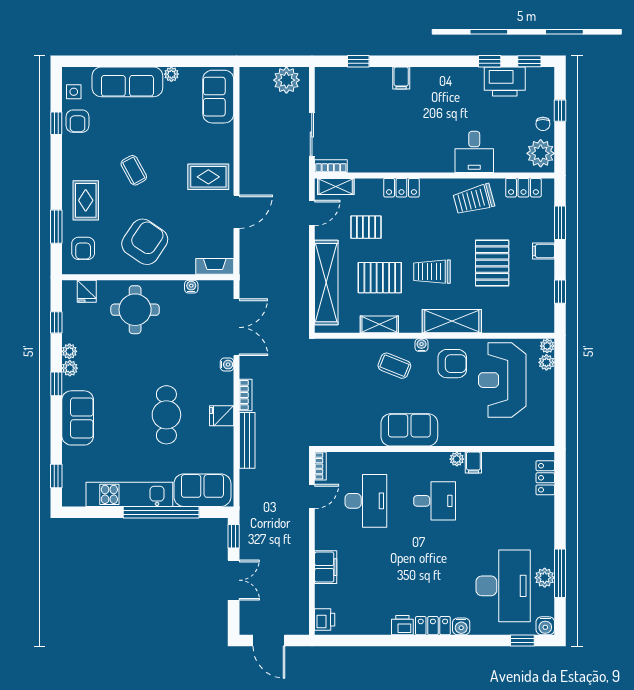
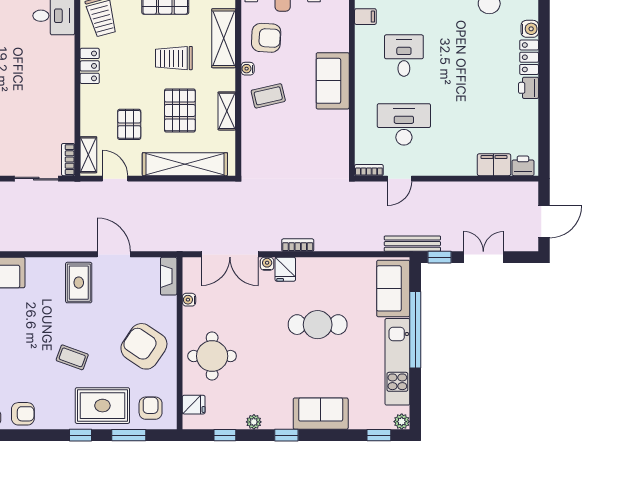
window: (56, 123) -> (81, 435), moved
coffee table: (134, 170) -> (72, 357), turned 49
locker: (401, 188) -> (90, 66), moved
rug: (86, 200) -> (102, 406), width x1.36, depth x1.43
armchair: (83, 248) -> (151, 408), turned -90
trolley: (432, 272) -> (174, 58), turned 90
double door: (236, 327) -> (230, 254), swing flipped
armchair: (452, 364) -> (266, 38), turned 93
coffee table: (394, 366) -> (268, 96), turned 55
plant: (70, 368) -> (402, 422), moved
fridge: (222, 416) -> (285, 269), moved
bench: (247, 440) -> (412, 244), moved
plant: (457, 459) -> (362, 33), removed
door: (312, 497) -> (400, 179), swing flipped
filing cabinet: (326, 567) -> (494, 165), moved

